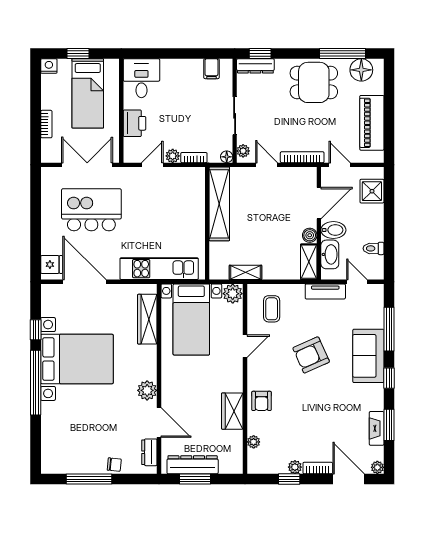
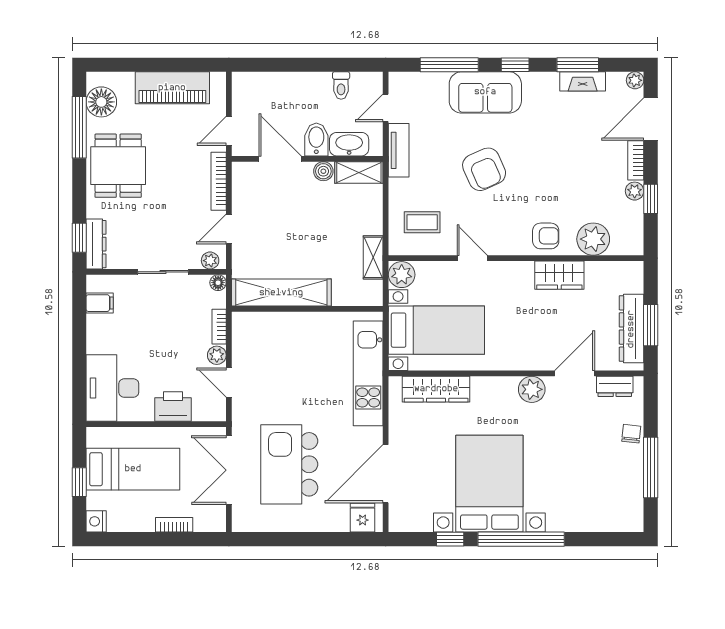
desk: (141, 78) -> (112, 388), width x1.37
shower: (372, 191) -> (264, 88), removed
plant: (254, 442) -> (593, 239), width x1.88, depth x1.88

